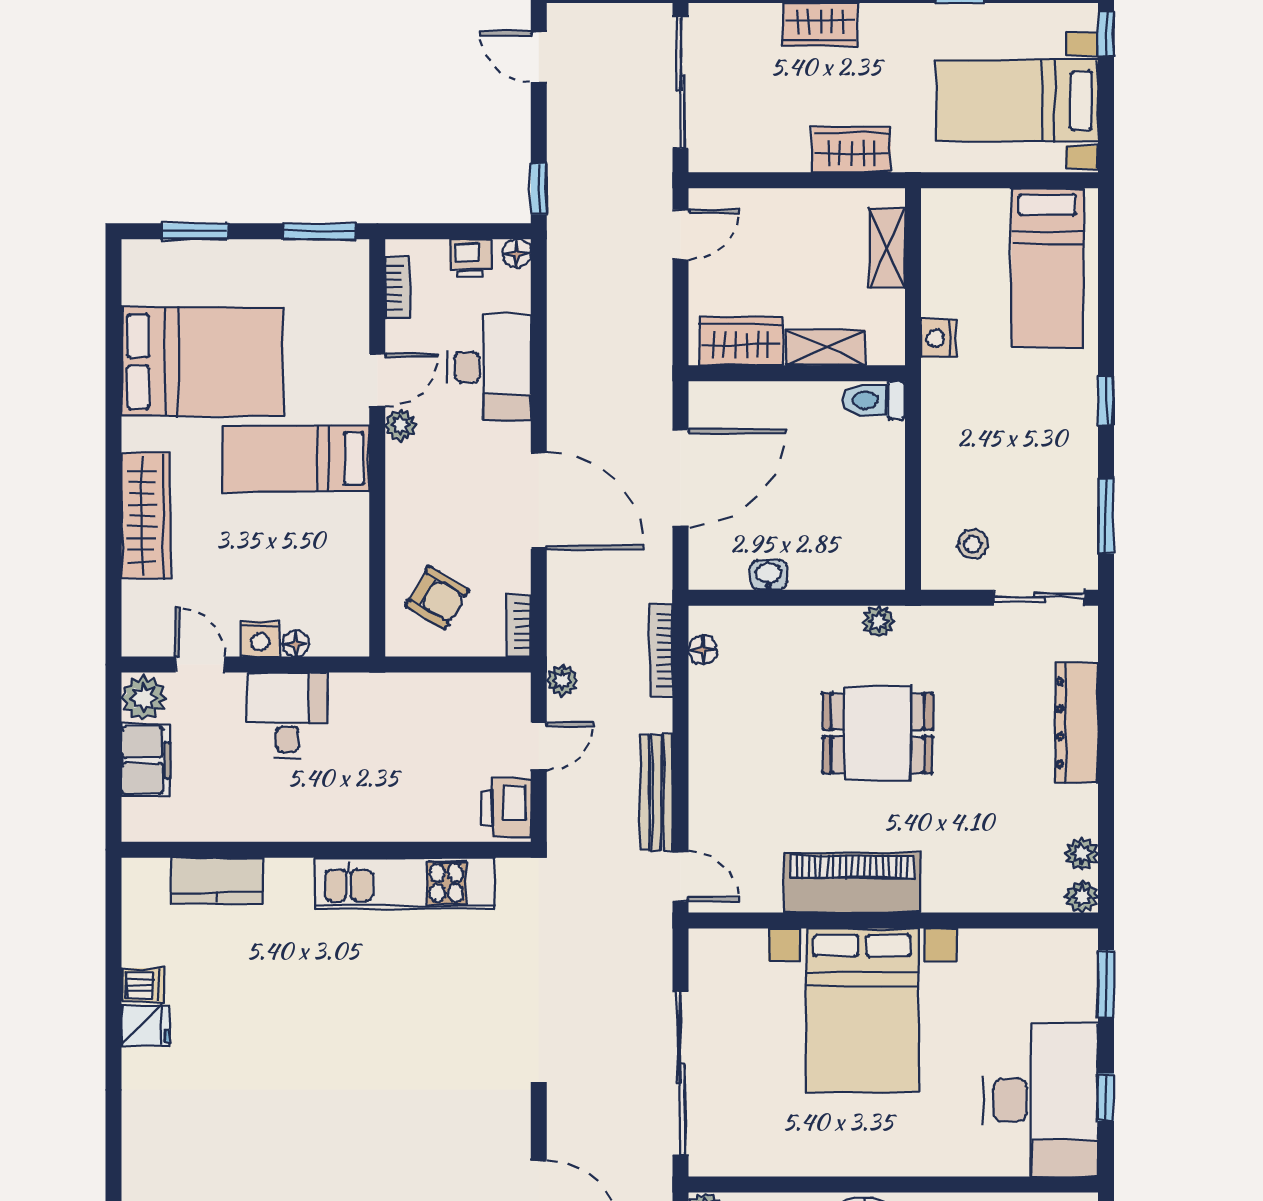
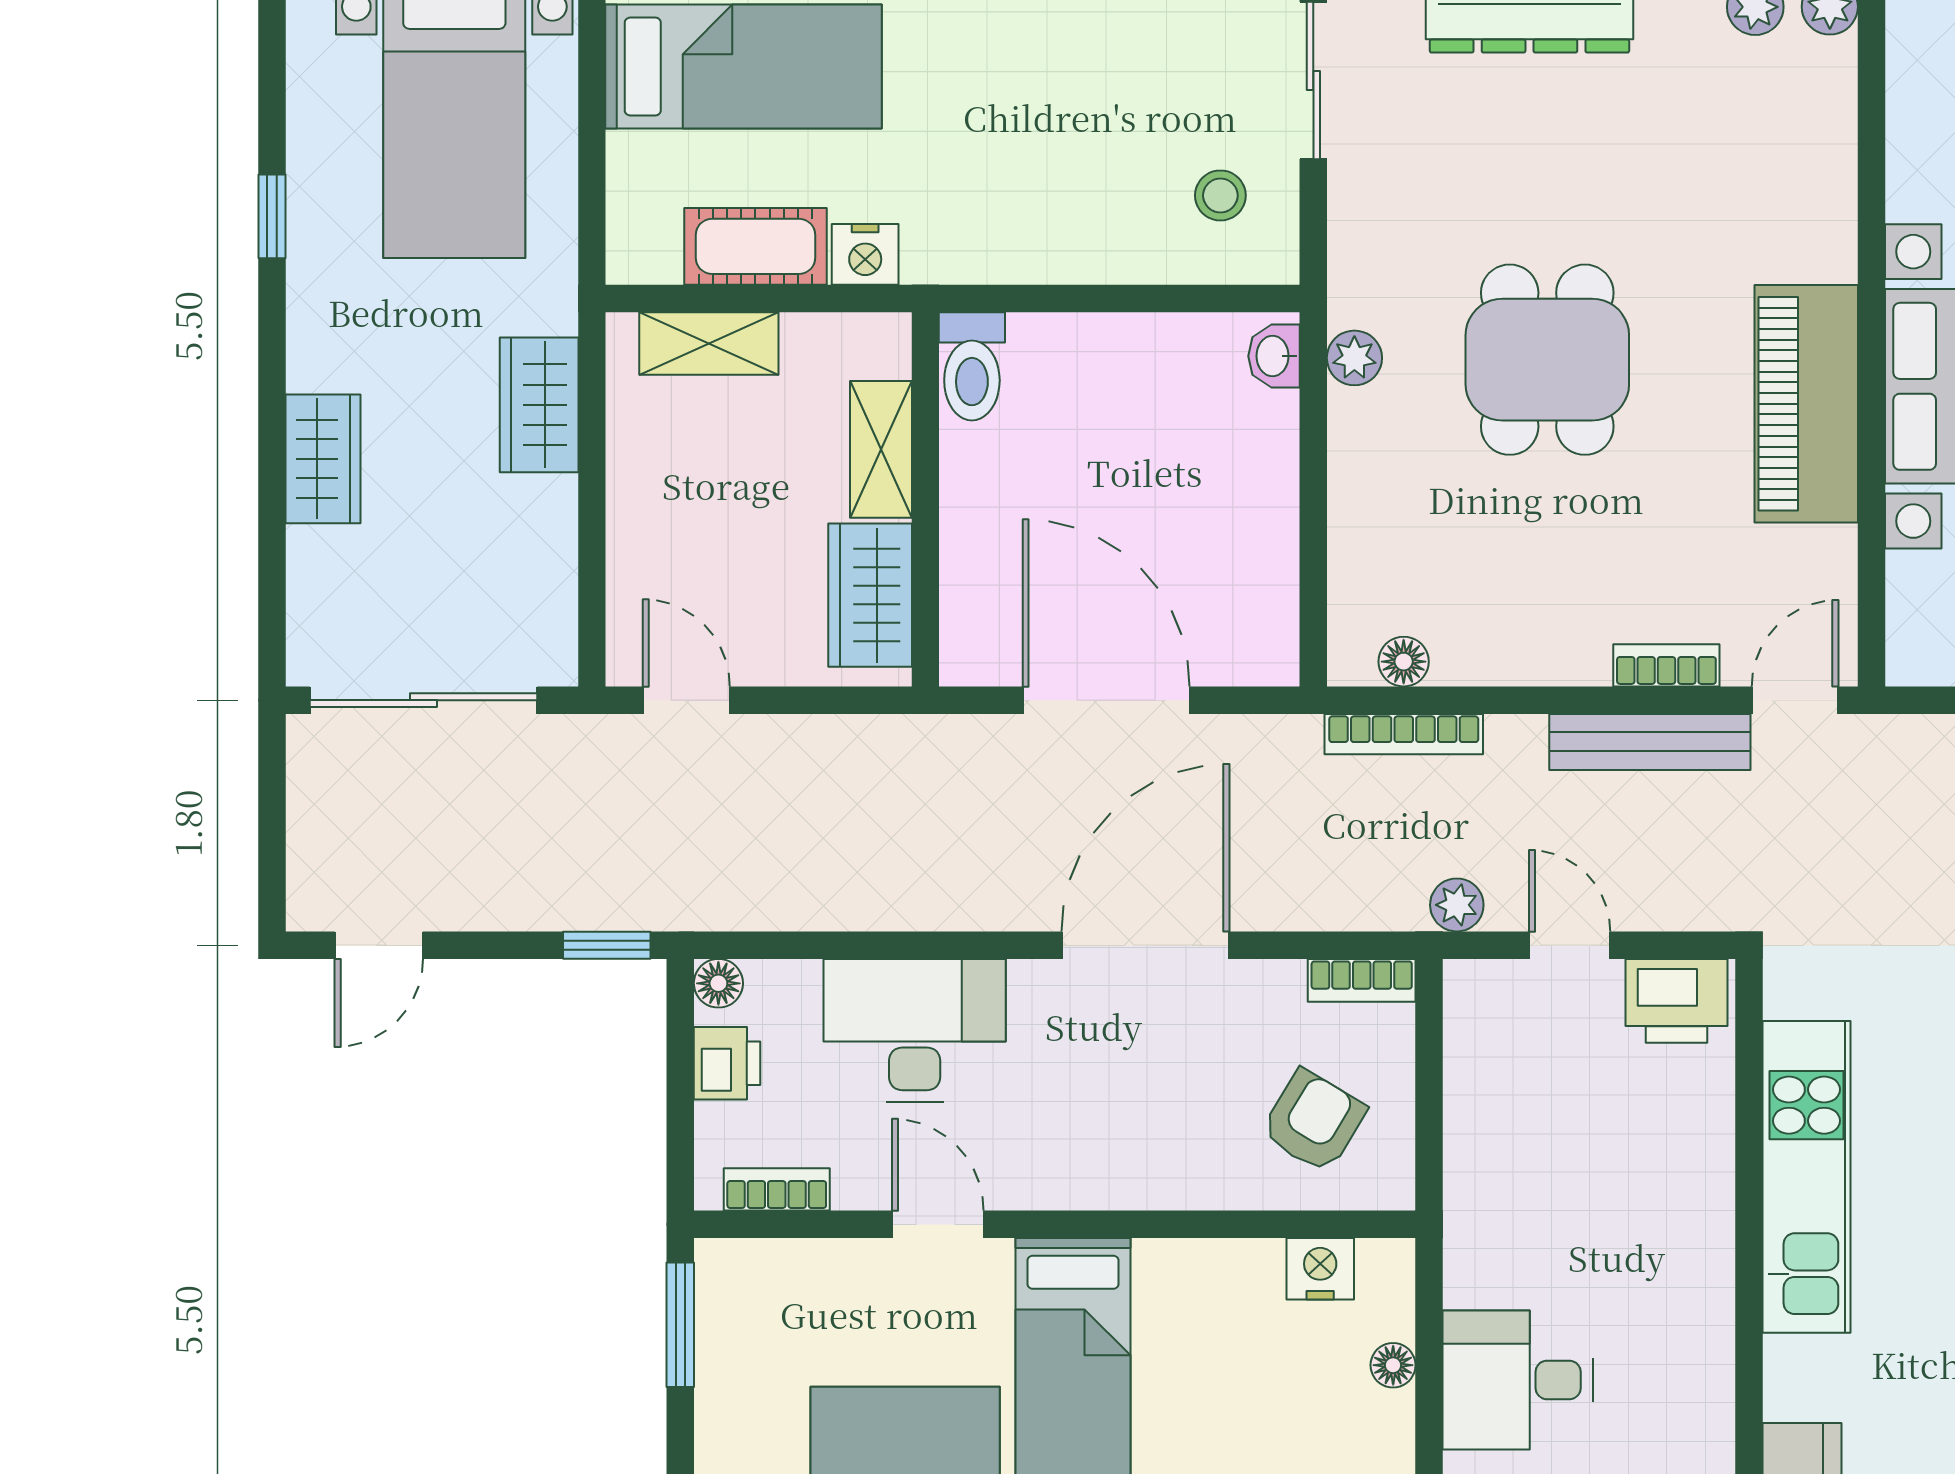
cot: (943, 275) -> (755, 246), added
plant: (401, 425) -> (1015, 1184), removed
washbasin: (769, 575) -> (1274, 356), moved
nightstand: (260, 639) -> (1320, 1269), moved, turned -90
bookcase: (701, 802) -> (1666, 665), added

